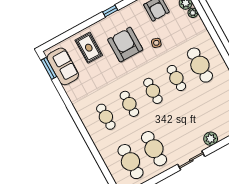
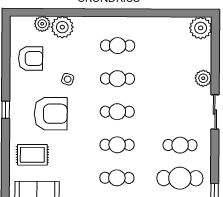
plant: (193, 13) -> (62, 27), width x1.87, depth x1.87
armchair: (125, 44) -> (51, 114), turned 180
cafe table: (200, 65) -> (118, 46), width x0.73, depth x0.74
cafe table: (154, 149) -> (180, 145), width x0.73, depth x0.74

